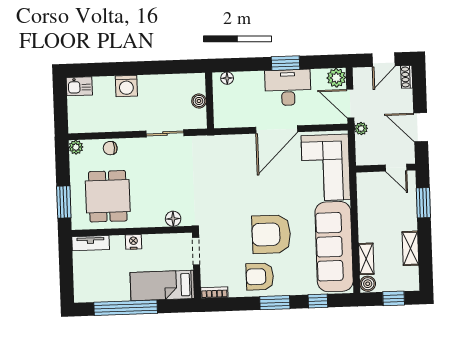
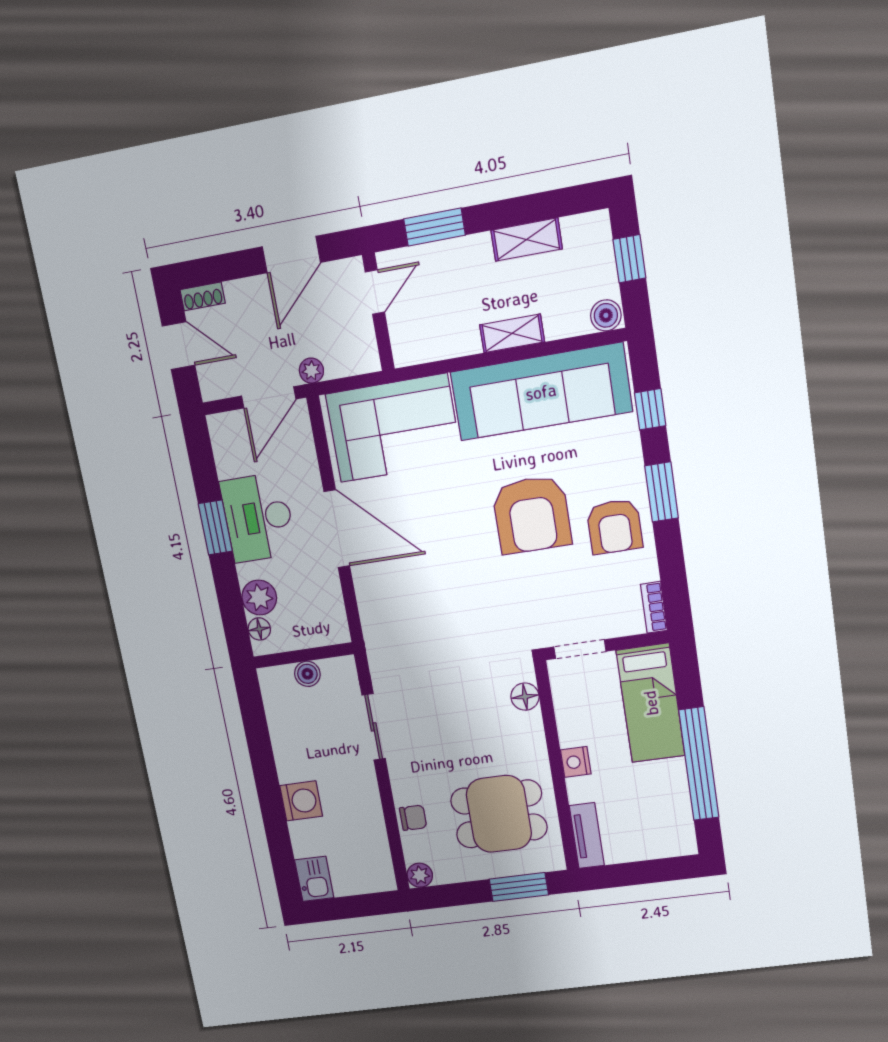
plant: (336, 78) -> (259, 598), moved
chair: (110, 148) -> (413, 818), turned -87
shelving: (366, 259) -> (512, 333), moved

